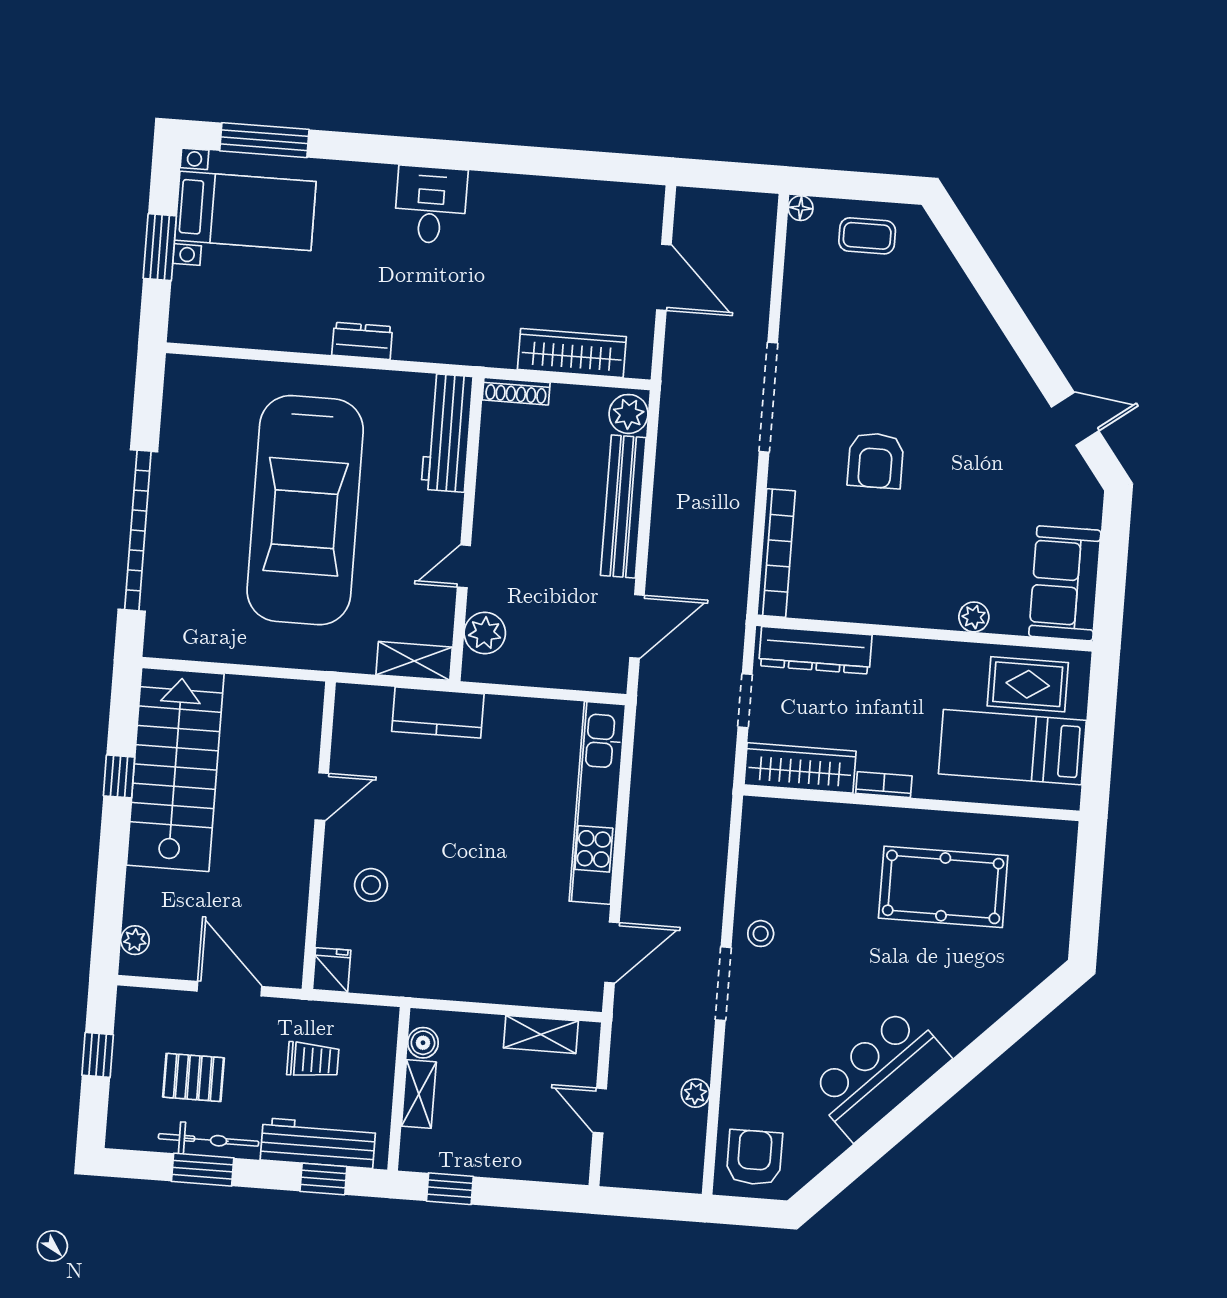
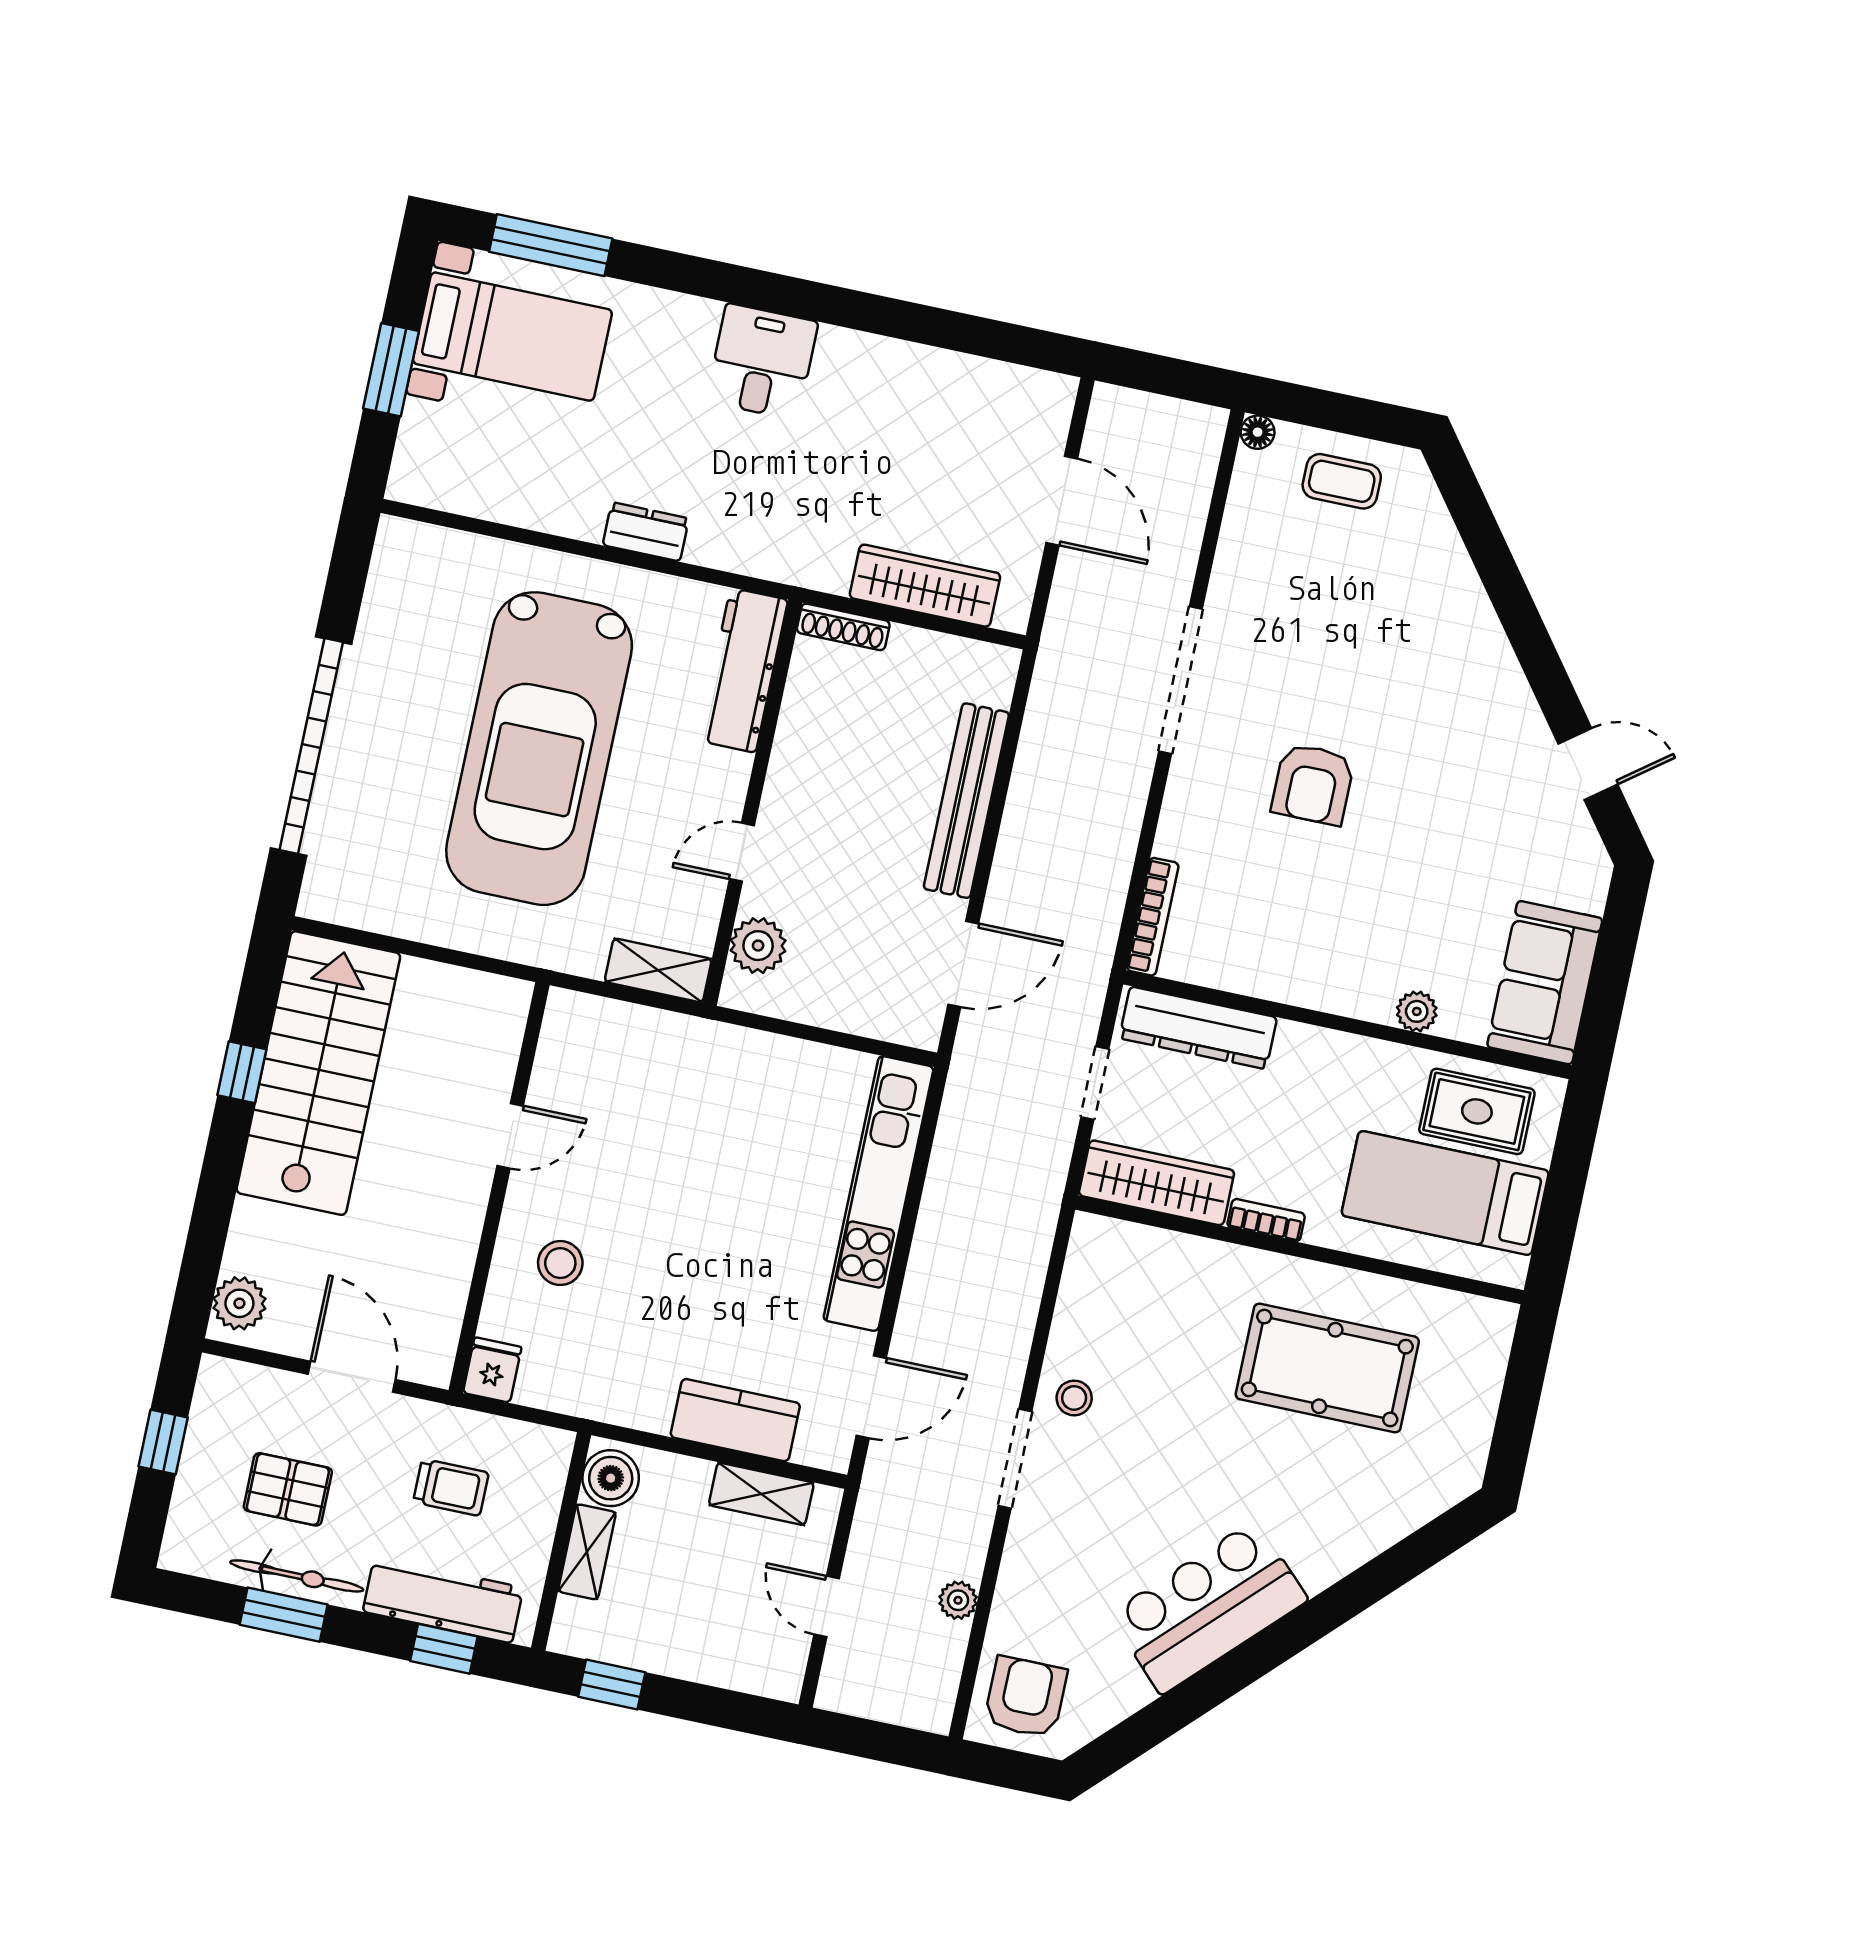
plant: (628, 414) -> (990, 677), removed
bookcase: (776, 553) -> (1153, 917), width x0.68, depth x0.76
kitchen counter: (438, 713) -> (735, 1420), moved, turned 180
plant: (135, 940) -> (239, 1303), width x1.38, depth x1.38
boiler: (423, 1043) -> (611, 1478), width x1.36, depth x1.36

